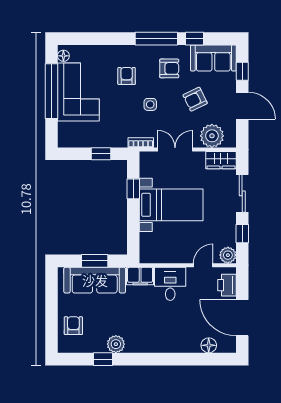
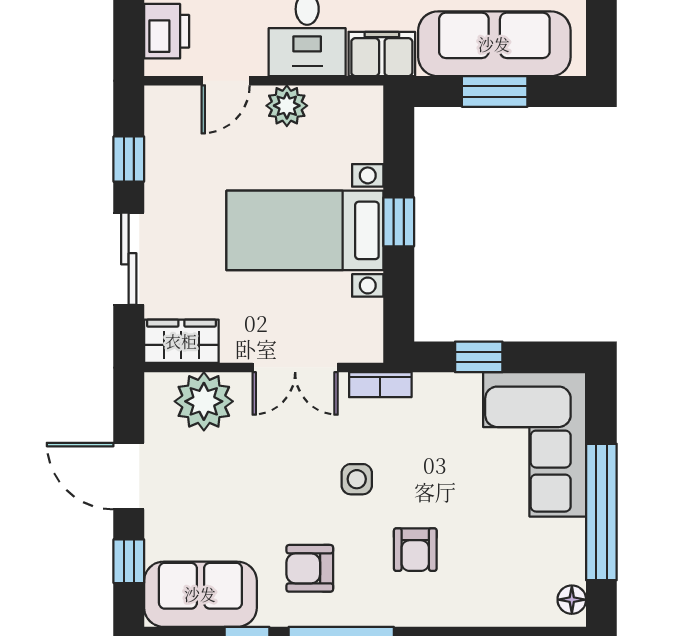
corner sofa: (78, 92) -> (535, 444), moved
armchair: (195, 99) -> (245, 492), removed
window: (133, 189) -> (399, 222), moved
plant: (228, 255) -> (287, 106), moved

